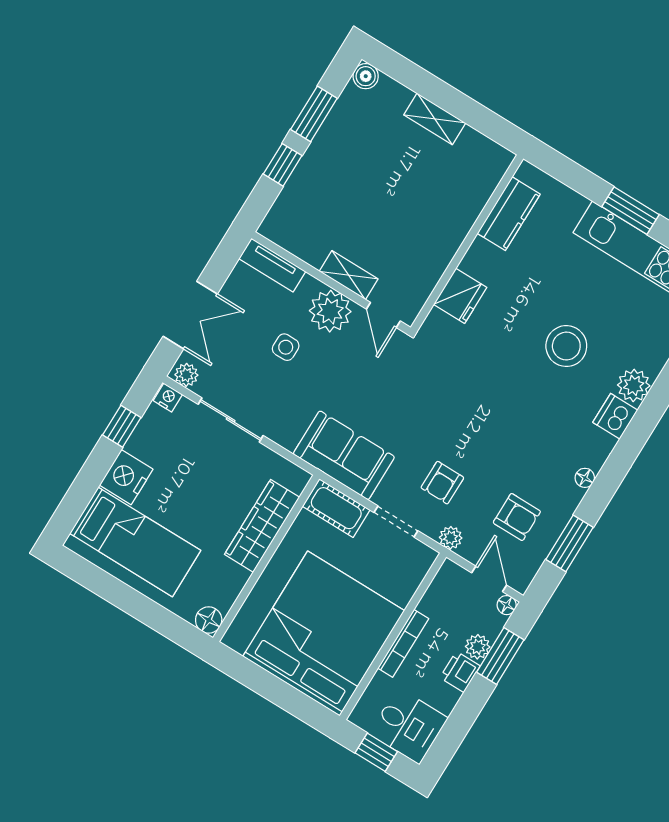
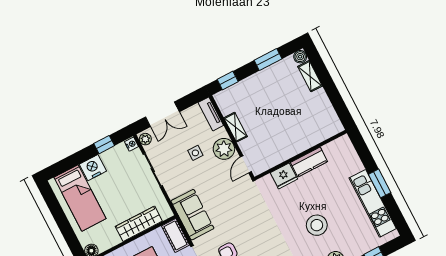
shelving: (435, 119) -> (310, 76), moved
window: (283, 165) -> (228, 80), moved
kitchen counter: (509, 214) -> (309, 162), moved
shelving: (349, 275) -> (236, 127), moved

